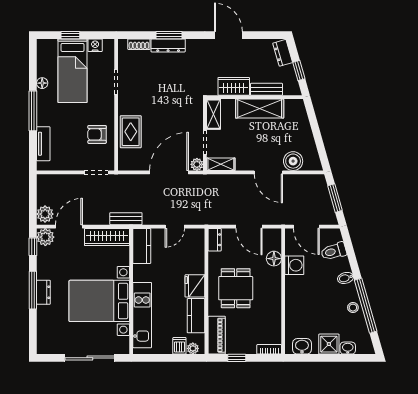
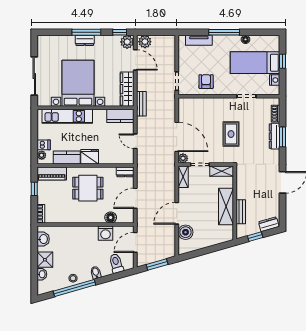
wardrobe: (234, 86) -> (243, 187), removed
rug: (131, 132) -> (231, 134), moved, turned 90

